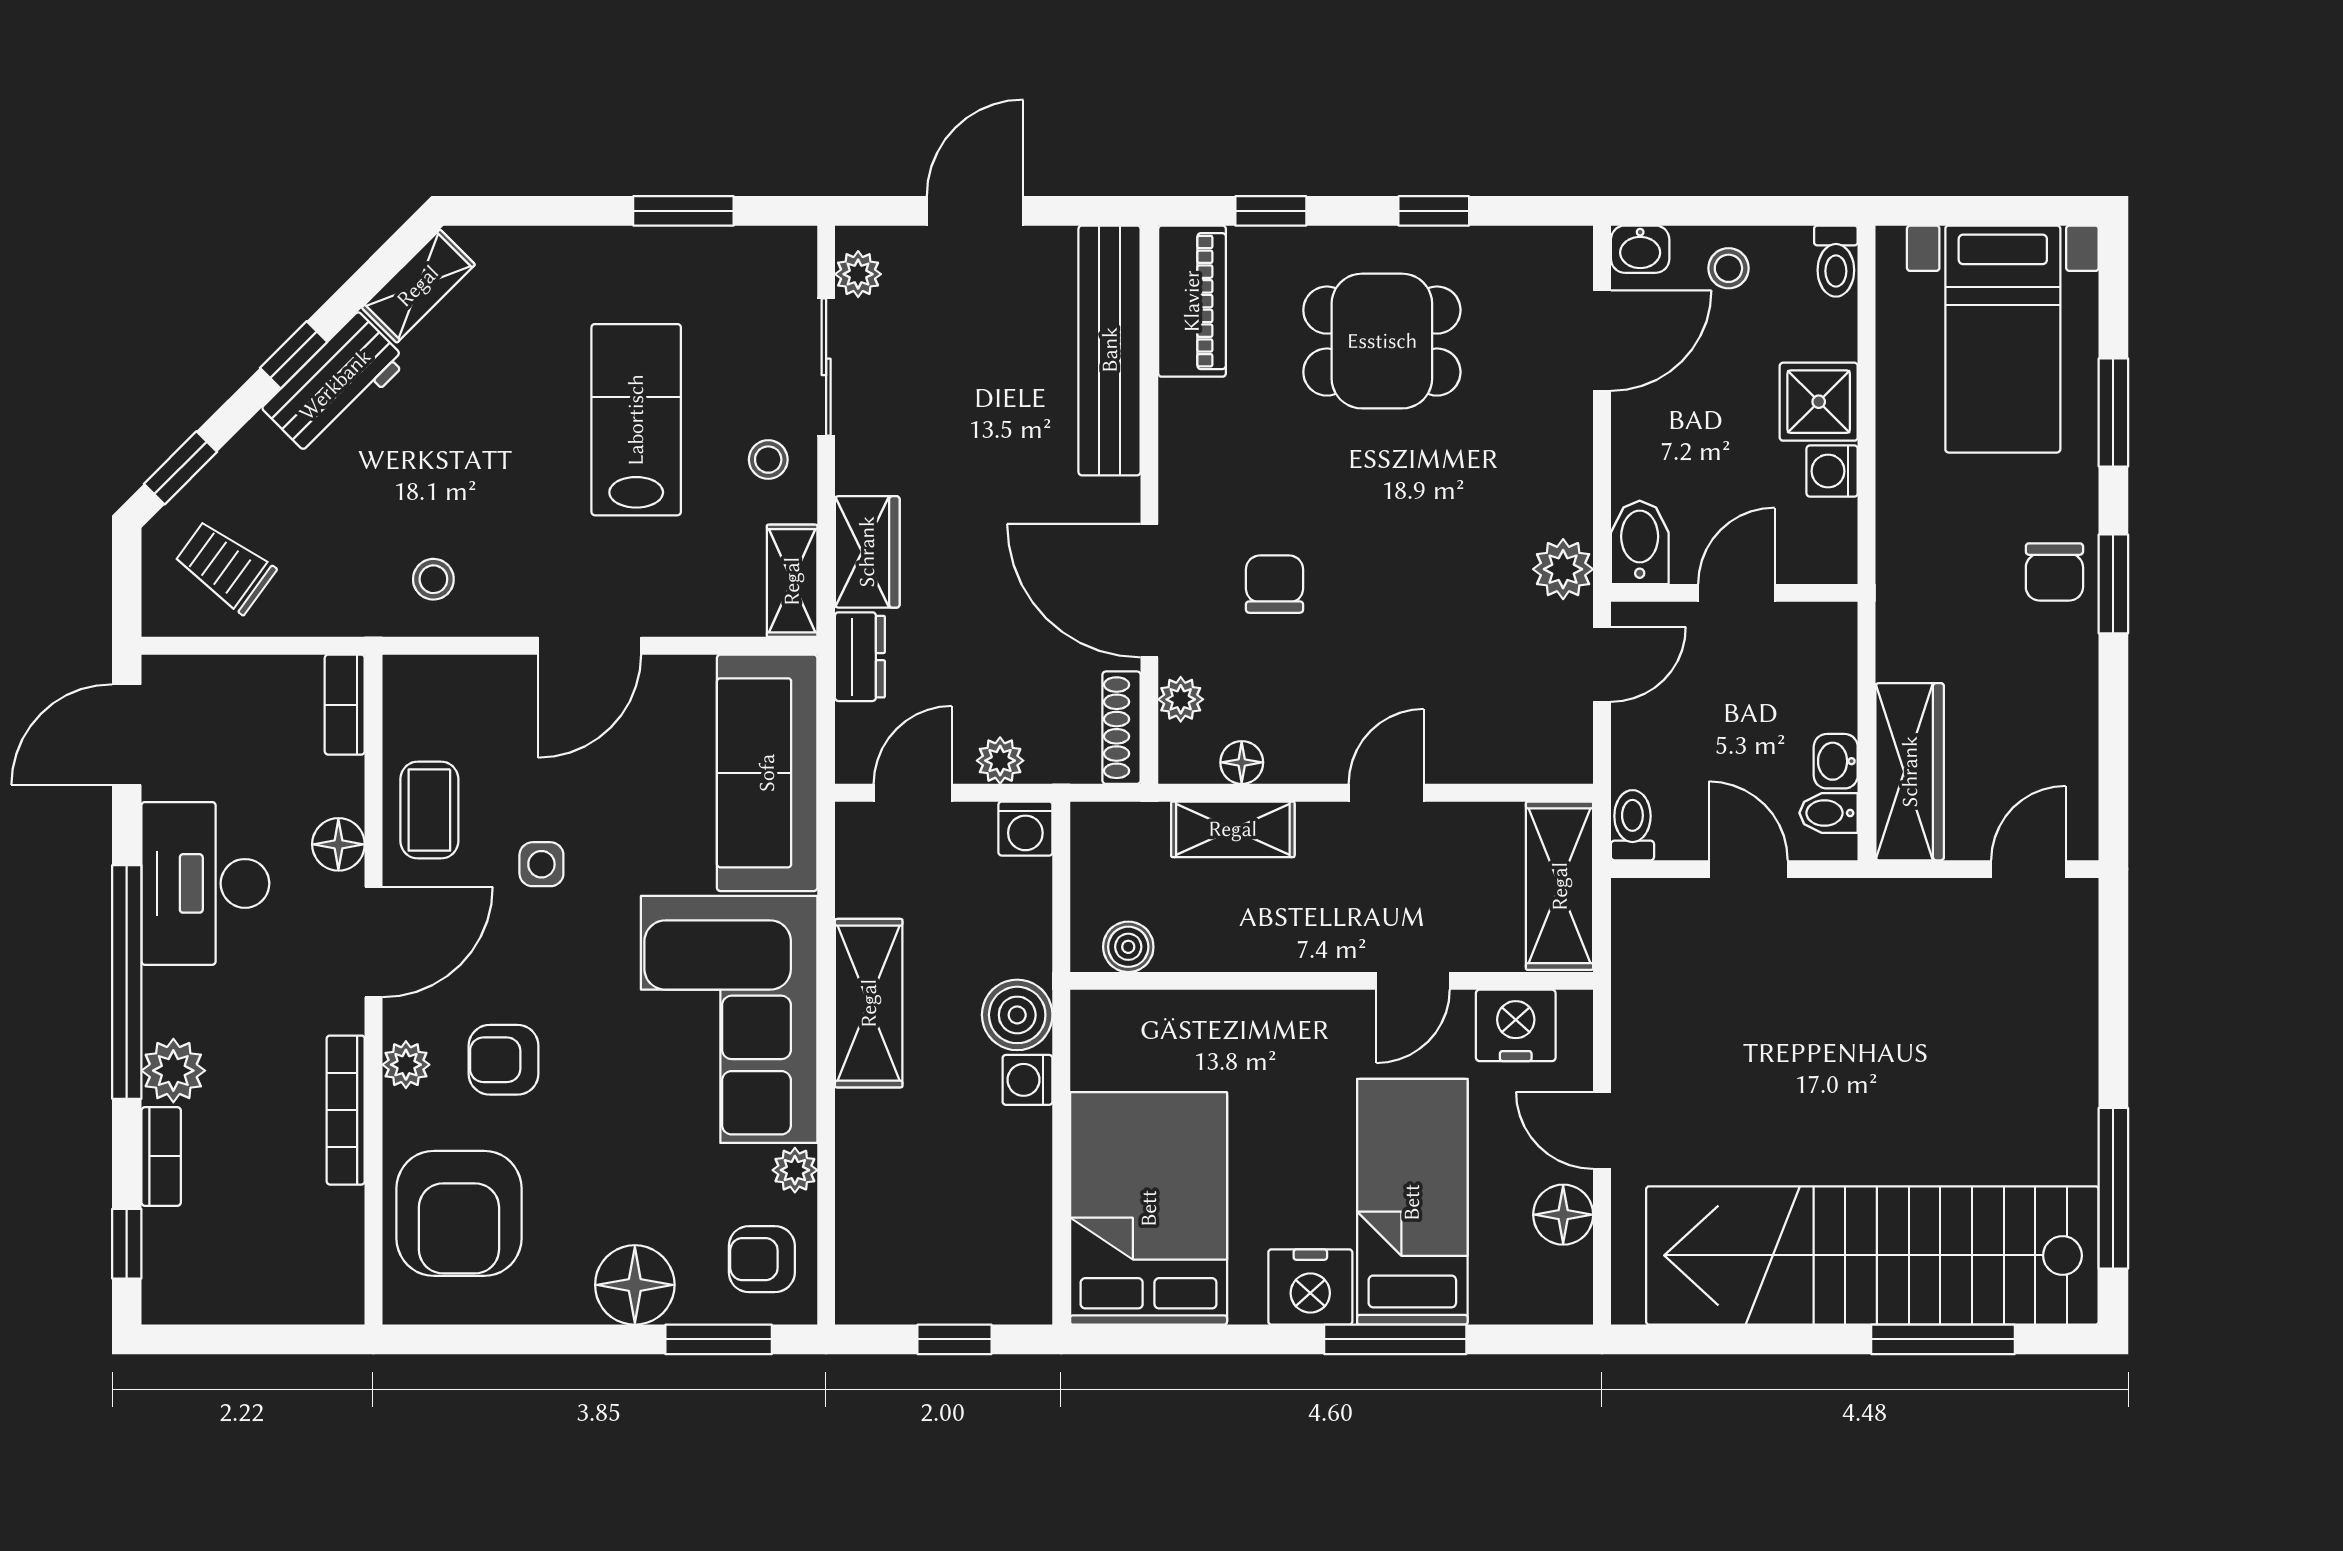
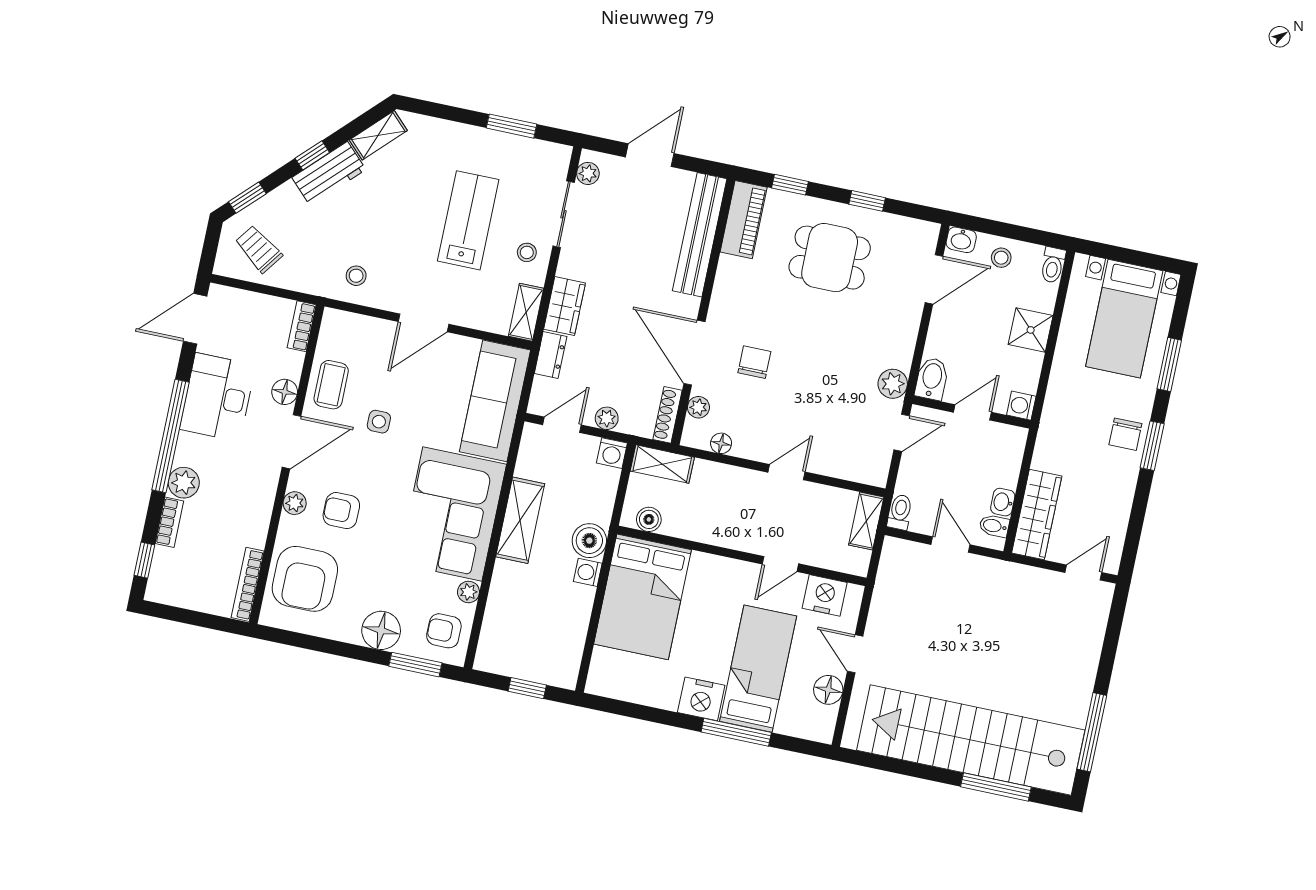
washing machine: (1832, 471) -> (1021, 406), moved
shelving: (1233, 829) -> (662, 464), moved
shelving: (1560, 886) -> (866, 521), width x0.67, depth x0.75
bookcase: (346, 1110) -> (248, 584), moved
bed: (1149, 1208) -> (643, 597), moved, turned 180

